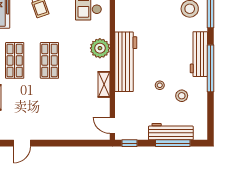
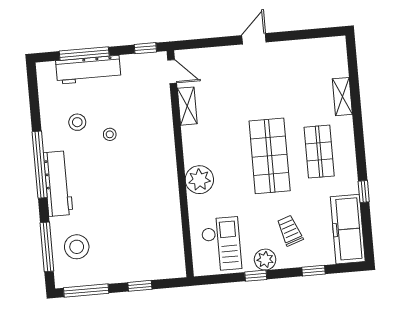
shop shelf: (49, 60) -> (270, 156), width x1.43, depth x1.36
workbench: (126, 62) -> (161, 164), removed
shelving: (104, 84) -> (187, 106), moved
door: (22, 143) -> (254, 39), moved

